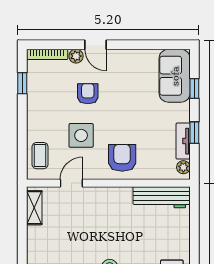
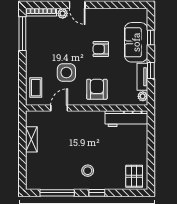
sofa: (175, 76) -> (136, 42), moved
window: (22, 83) -> (22, 34), width x2.17
armchair: (88, 94) -> (101, 49), moved, turned -90
shelving: (34, 208) -> (31, 139), moved

